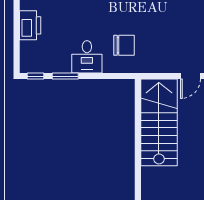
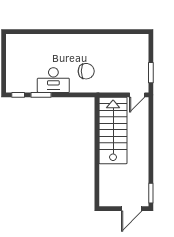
printer: (30, 25) -> (14, 56), removed
desk: (87, 57) -> (53, 80), width x1.37

